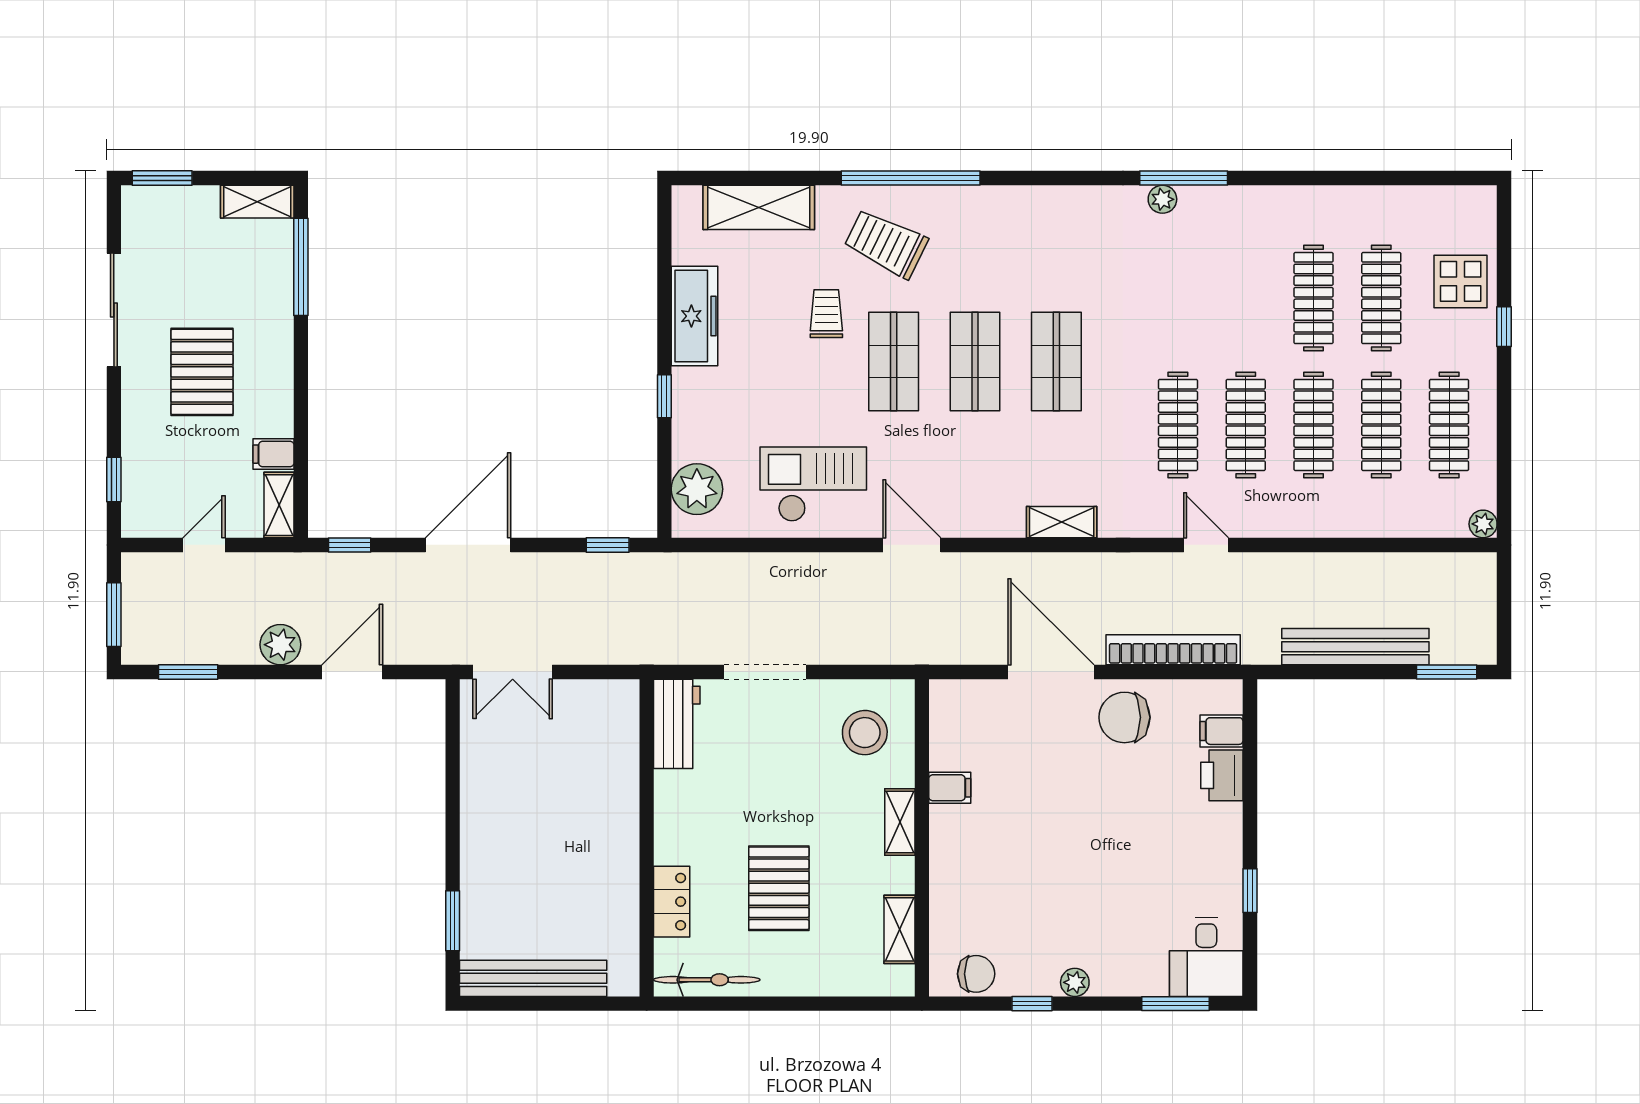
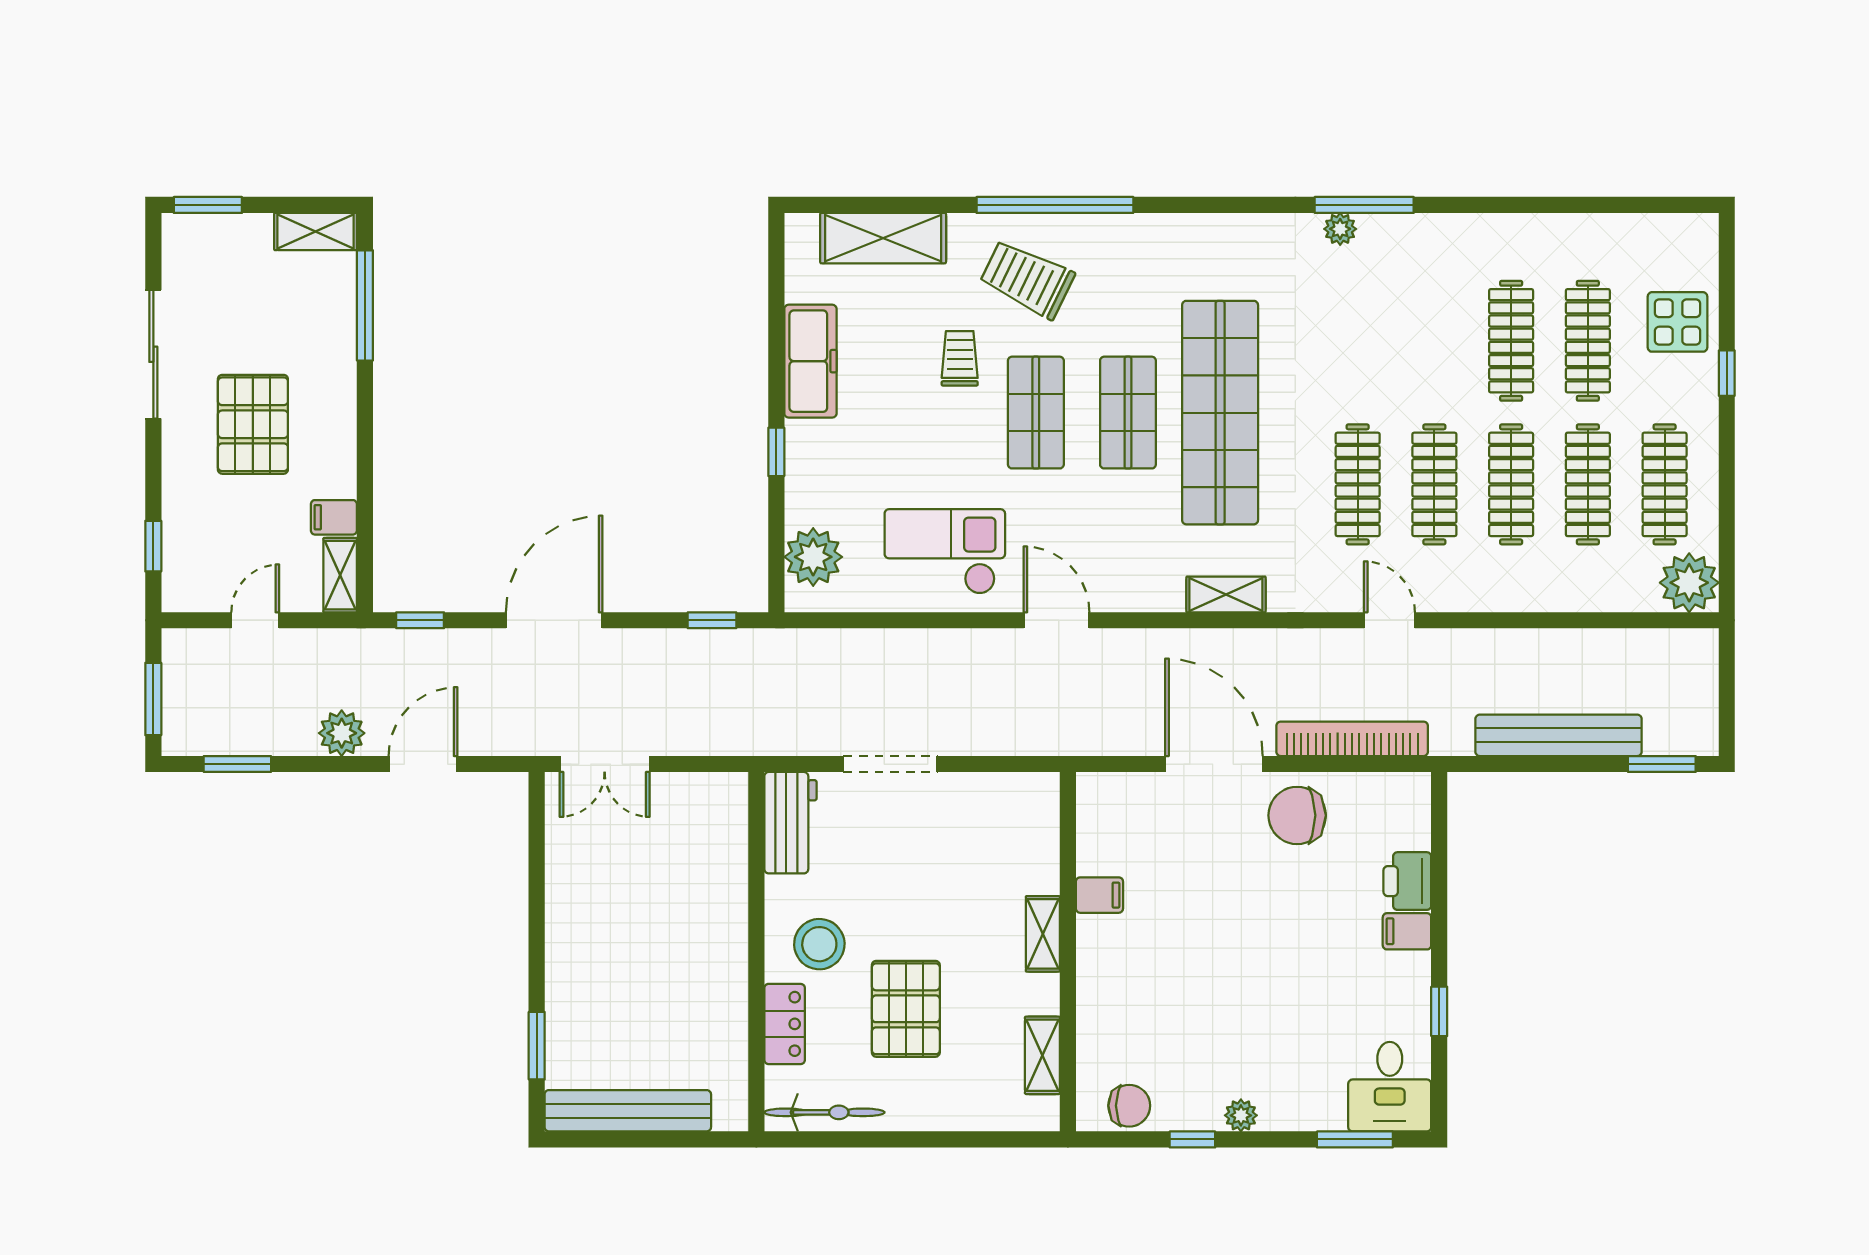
shop shelf: (1056, 362) -> (1220, 413), width x2.00, depth x1.36
plant: (1483, 524) -> (1689, 583), width x1.88, depth x1.88
filing cabinet: (1222, 731) -> (1407, 931), moved
stool: (865, 733) -> (819, 944), moved

